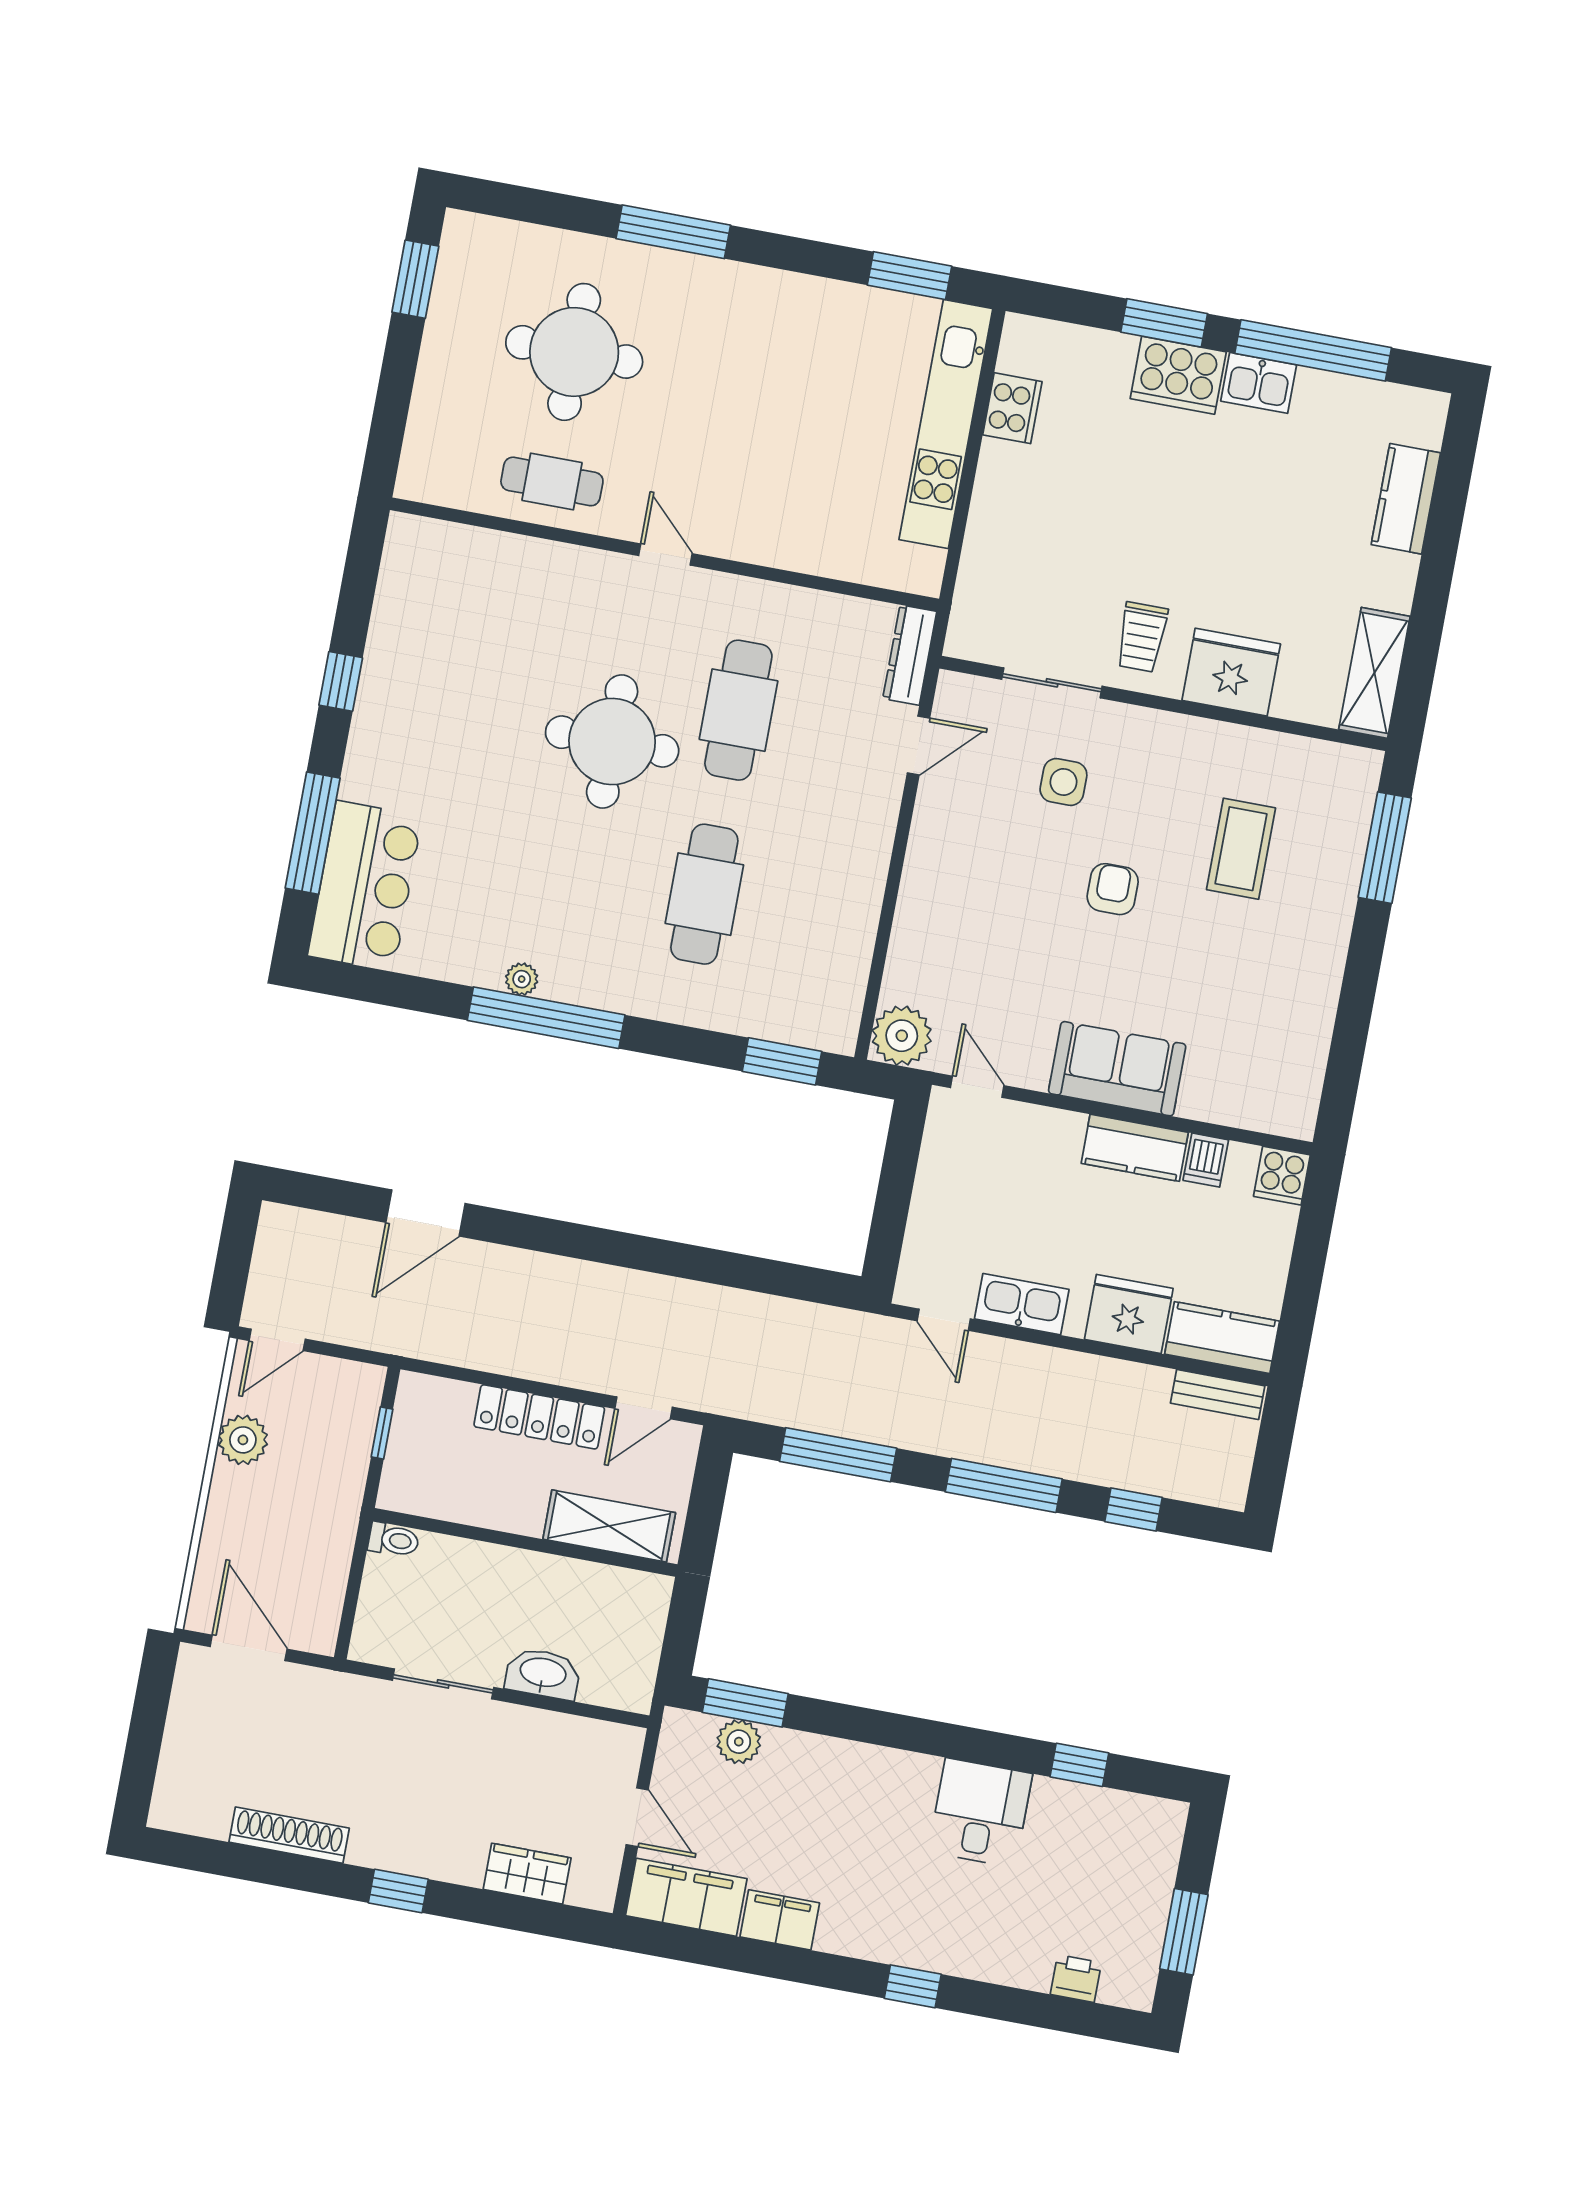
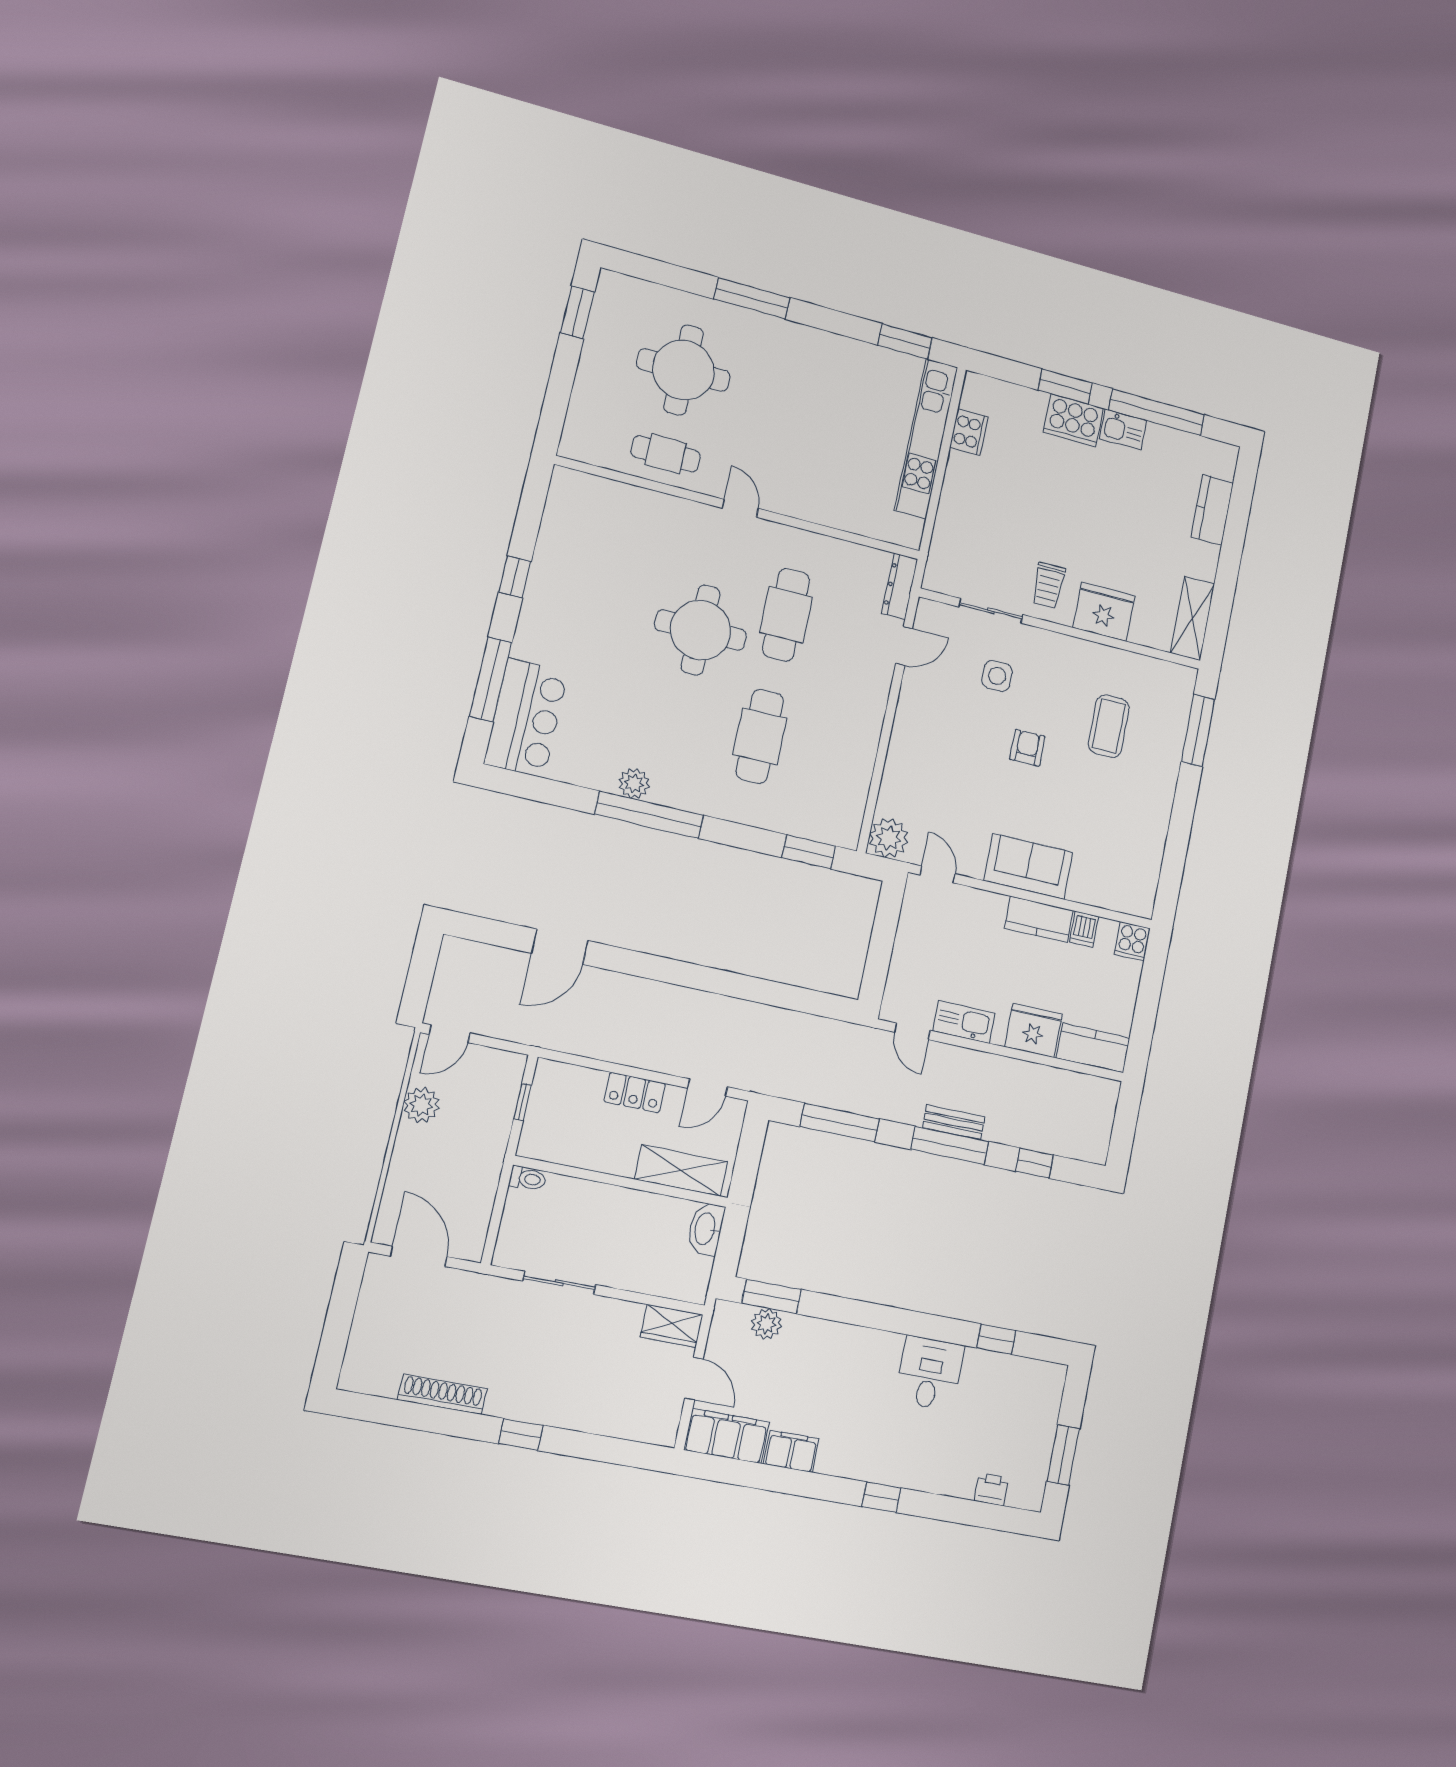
plant: (522, 979) -> (634, 783), width x1.38, depth x1.38
bench: (1218, 1395) -> (954, 1122), moved
locker: (539, 1417) -> (635, 1092), width x0.66
washbasin: (543, 1674) -> (706, 1229), moved, turned -90
wardrobe: (527, 1874) -> (672, 1326), moved, turned 180

